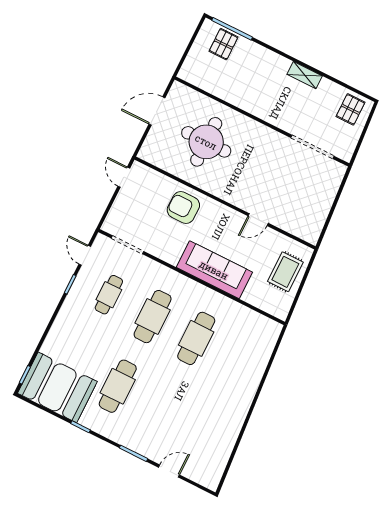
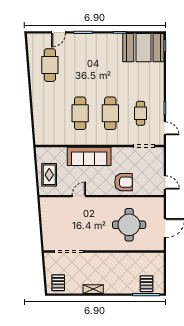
cafe table: (118, 386) -> (50, 65), moved

